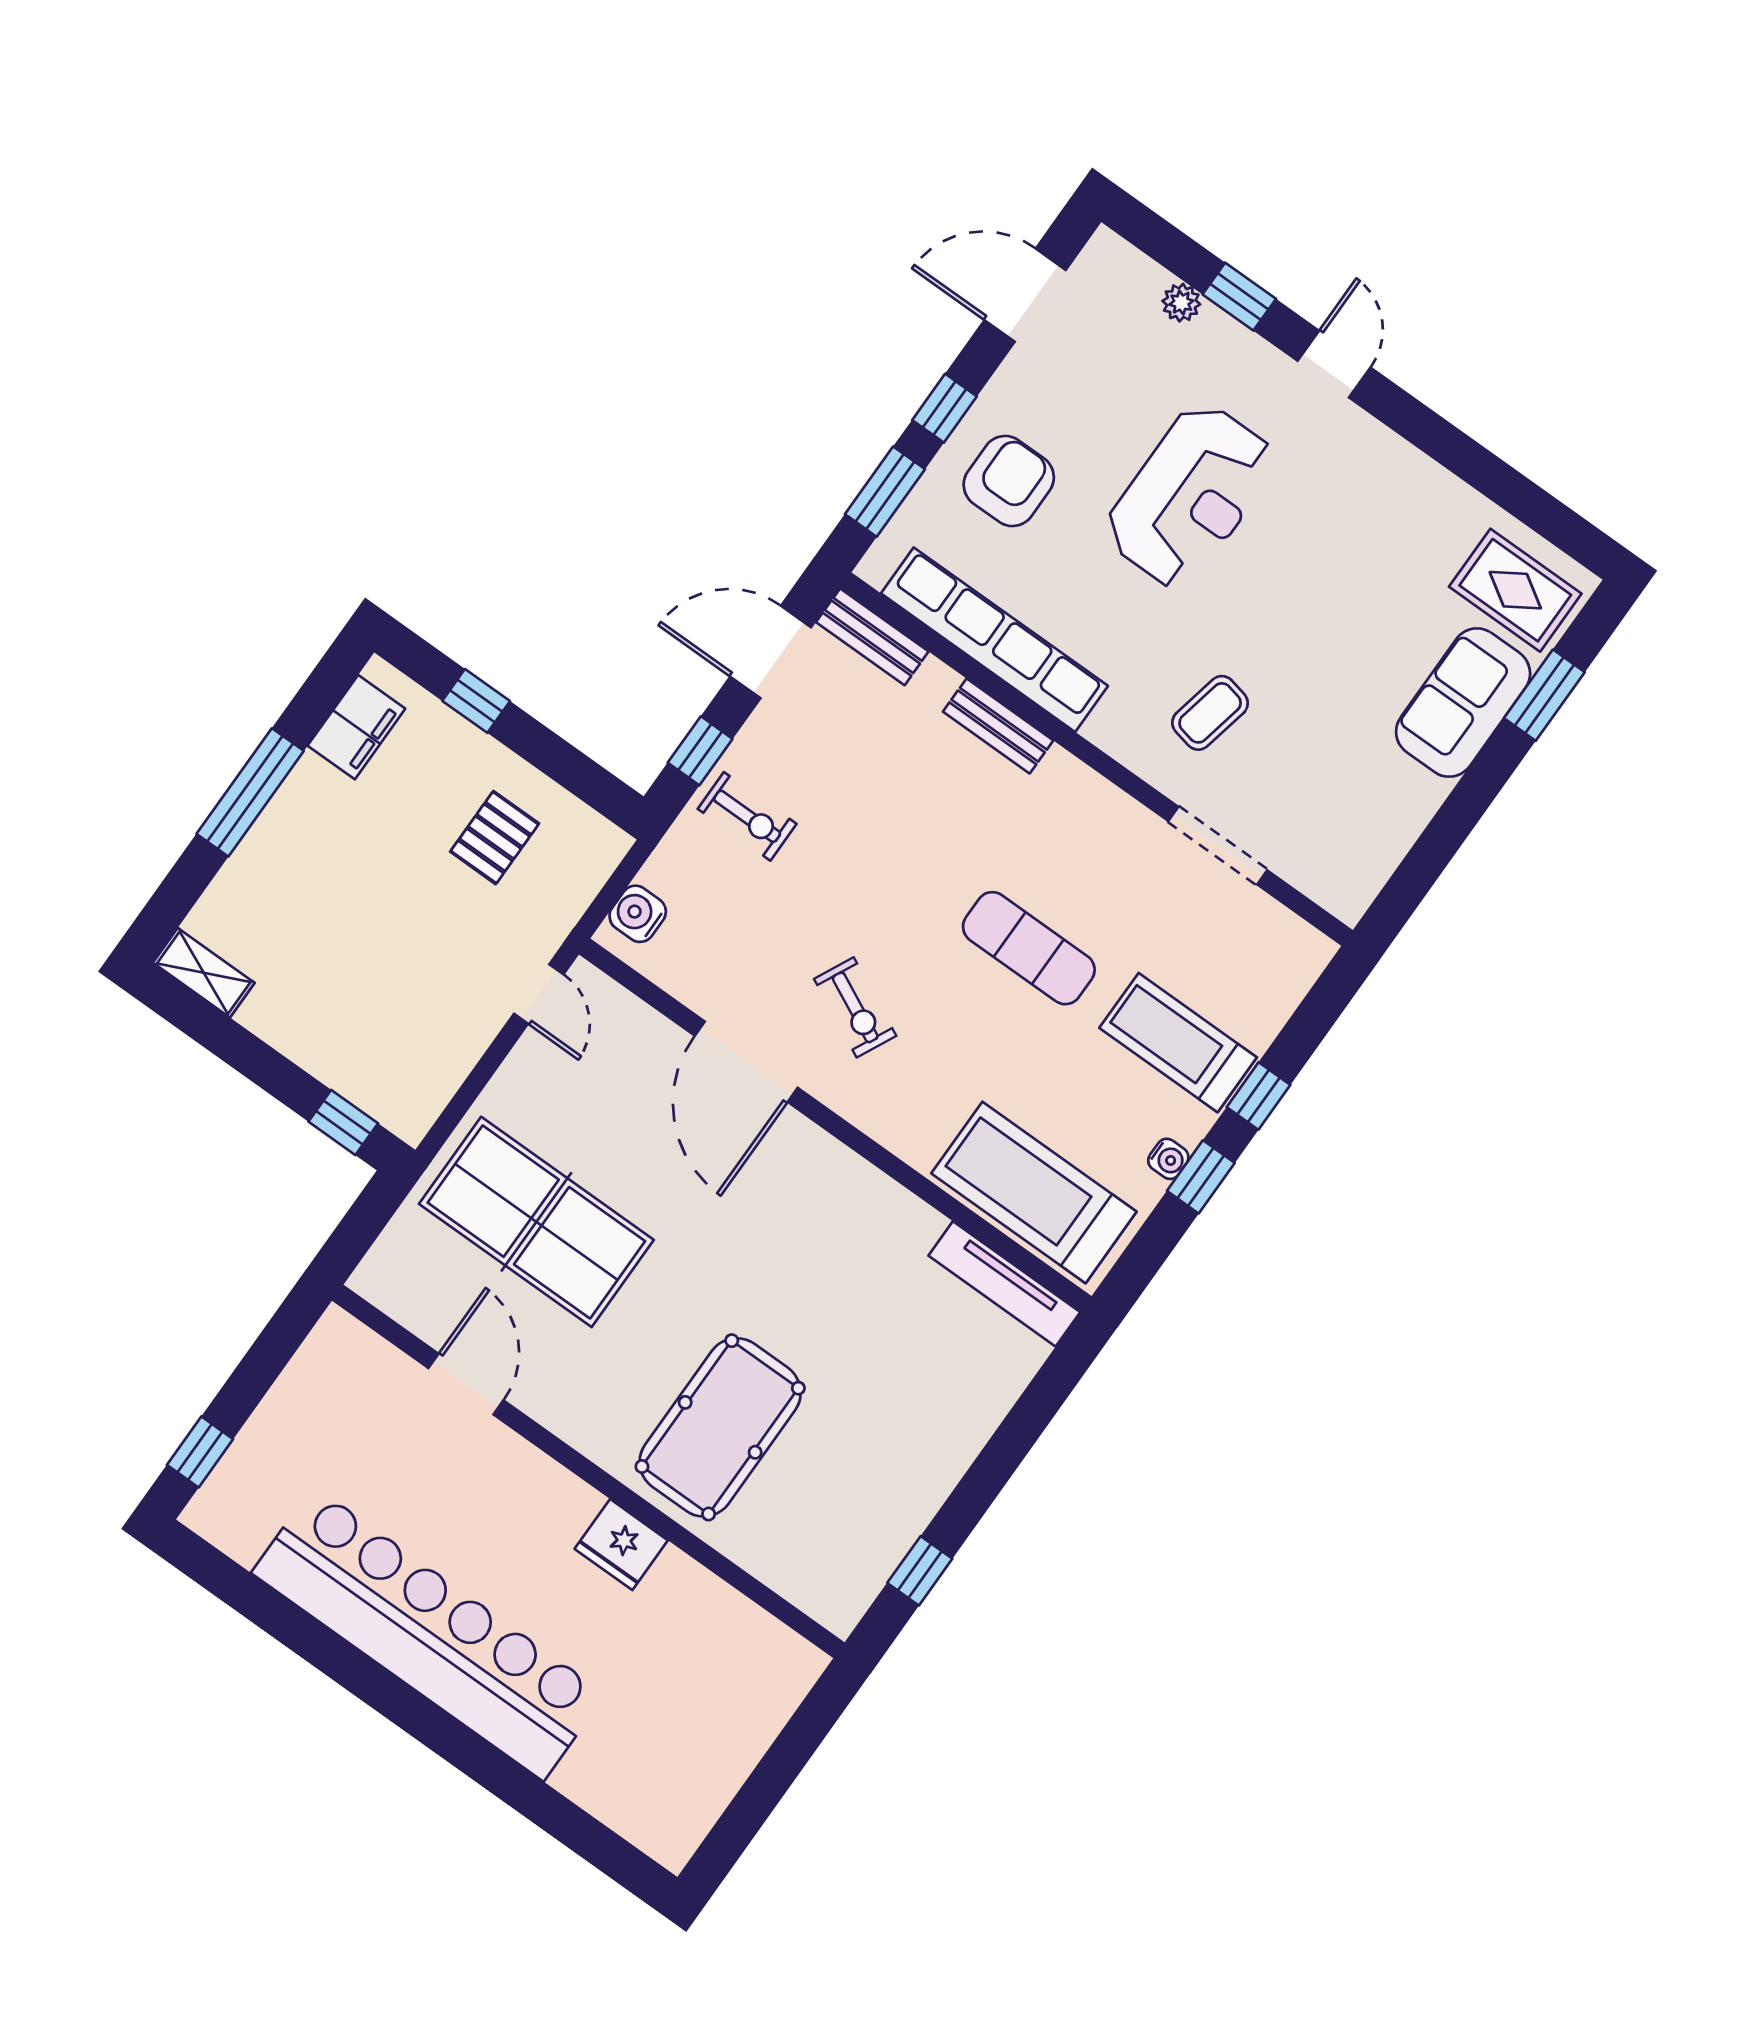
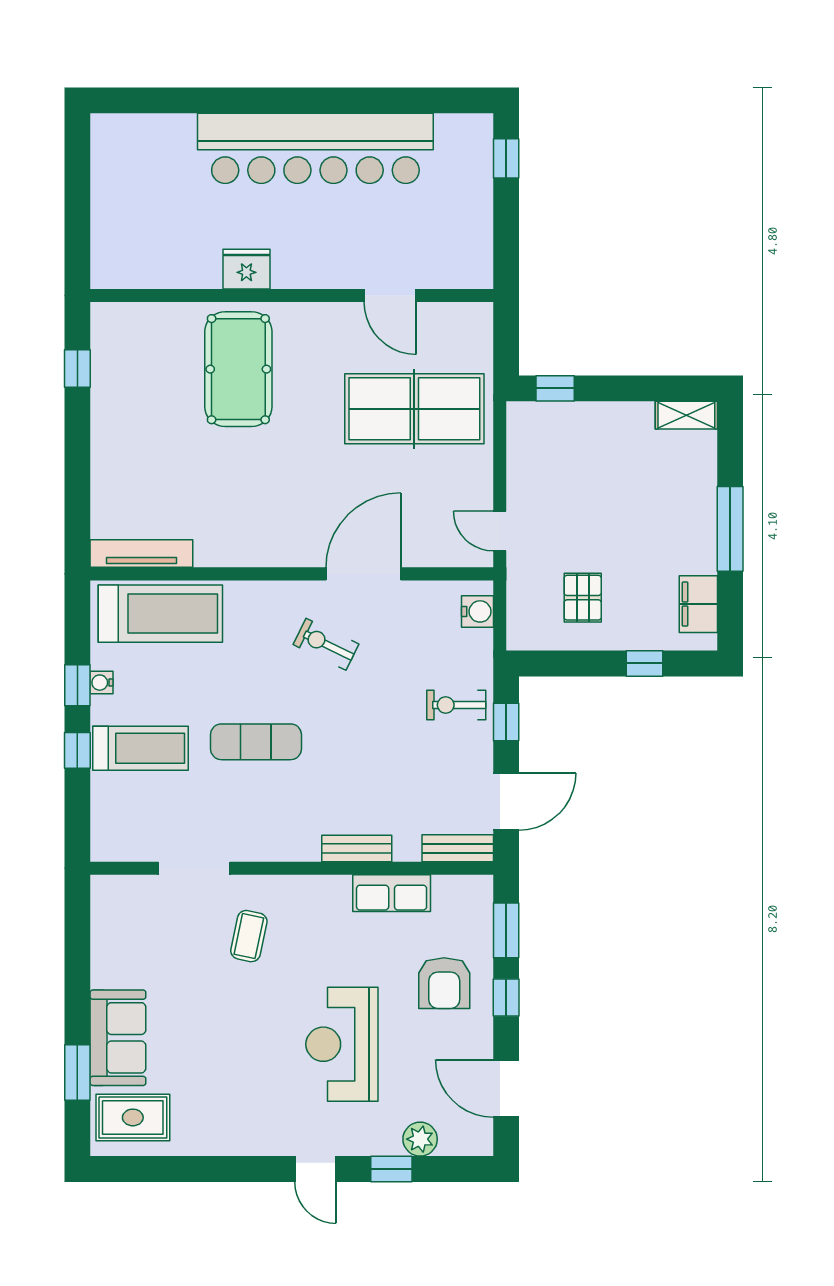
door: (1025, 295) -> (506, 1088), swing flipped
plant: (1181, 303) -> (420, 1139), width x1.38, depth x1.38
row of seats: (994, 640) -> (392, 893), width x0.50
door: (746, 1062) -> (363, 574), hinge flipped

